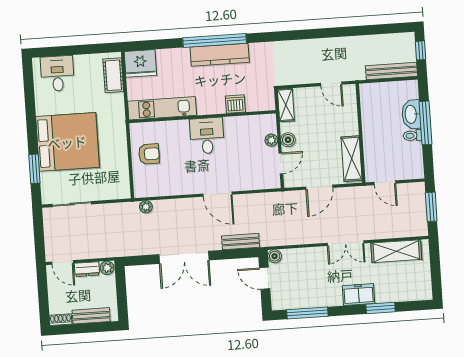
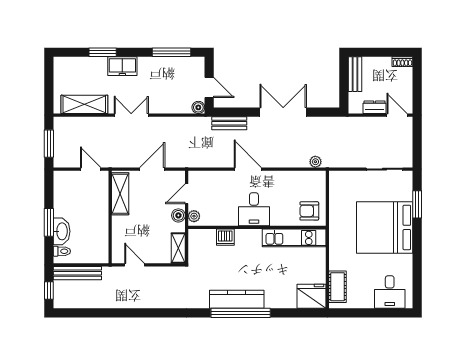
dishwasher: (235, 104) -> (225, 237), moved
kitchen unit: (162, 108) -> (294, 238), moved
wall: (202, 117) -> (257, 227), moved
window: (426, 123) -> (49, 222), width x0.69
desk: (207, 136) -> (254, 209), moved
toilet: (412, 136) -> (62, 251), moved
plant: (107, 268) -> (356, 107), removed
bench: (91, 316) -> (355, 74), moved, turned 90

